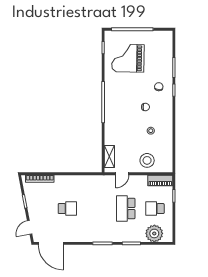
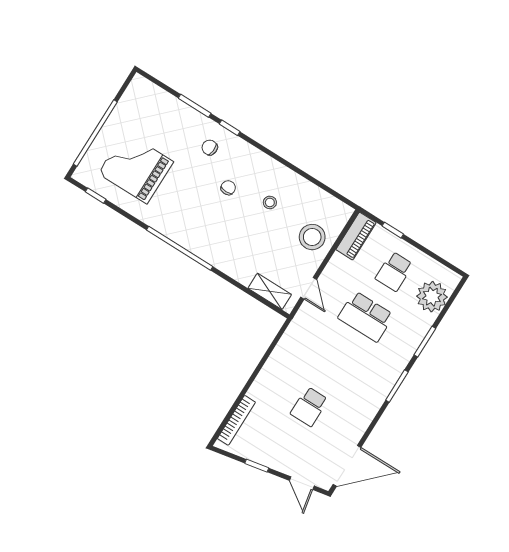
grand piano: (128, 58) -> (136, 168), turned 89
school desk: (67, 209) -> (309, 407), turned 180

